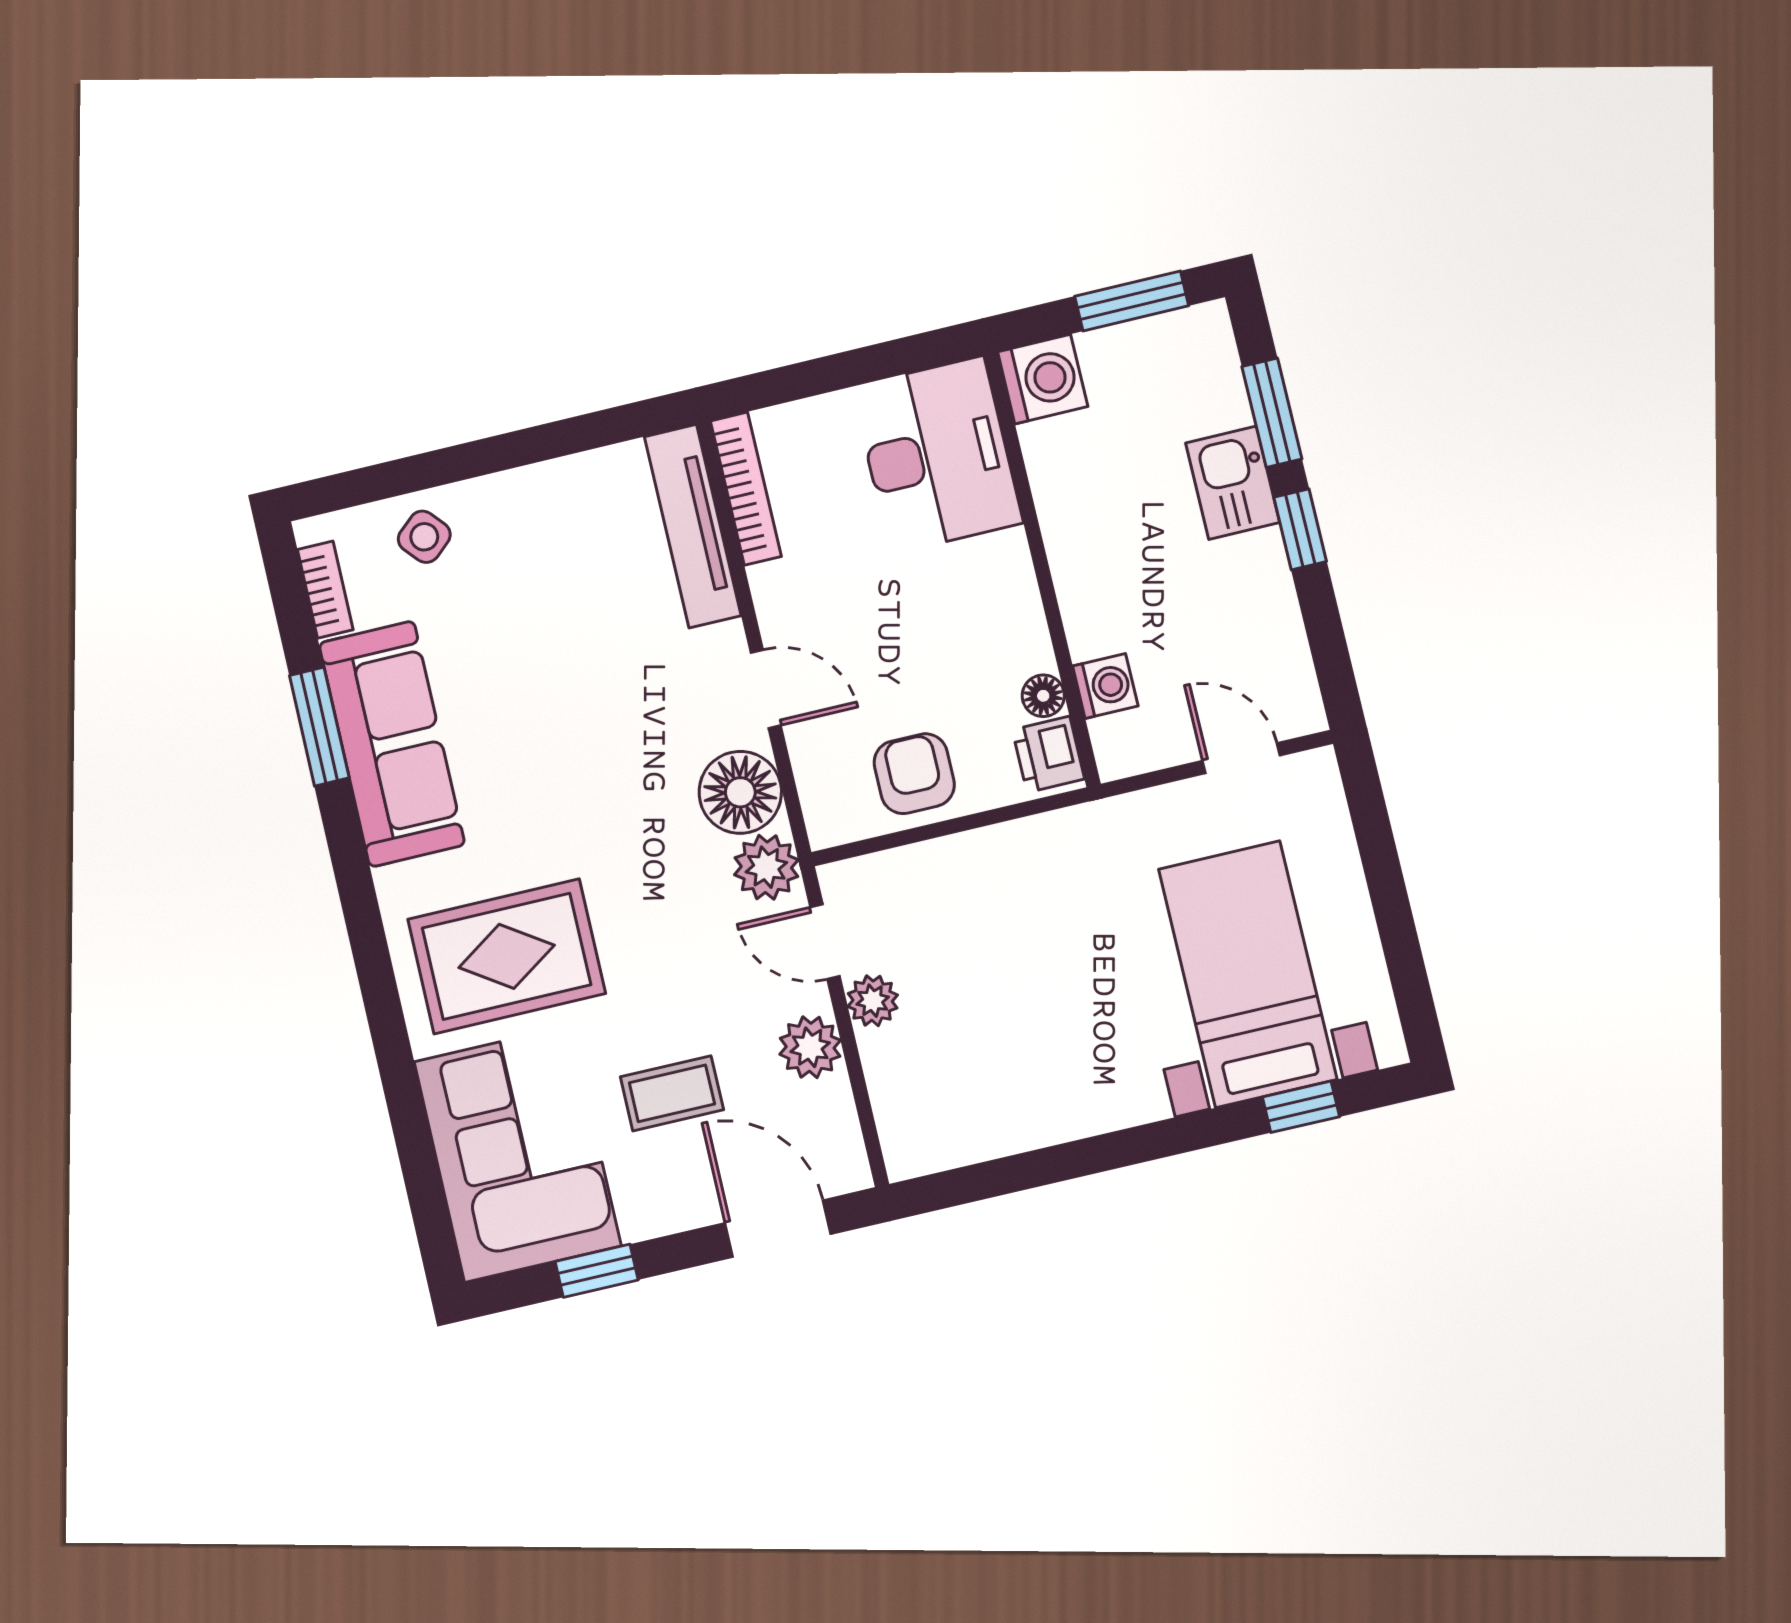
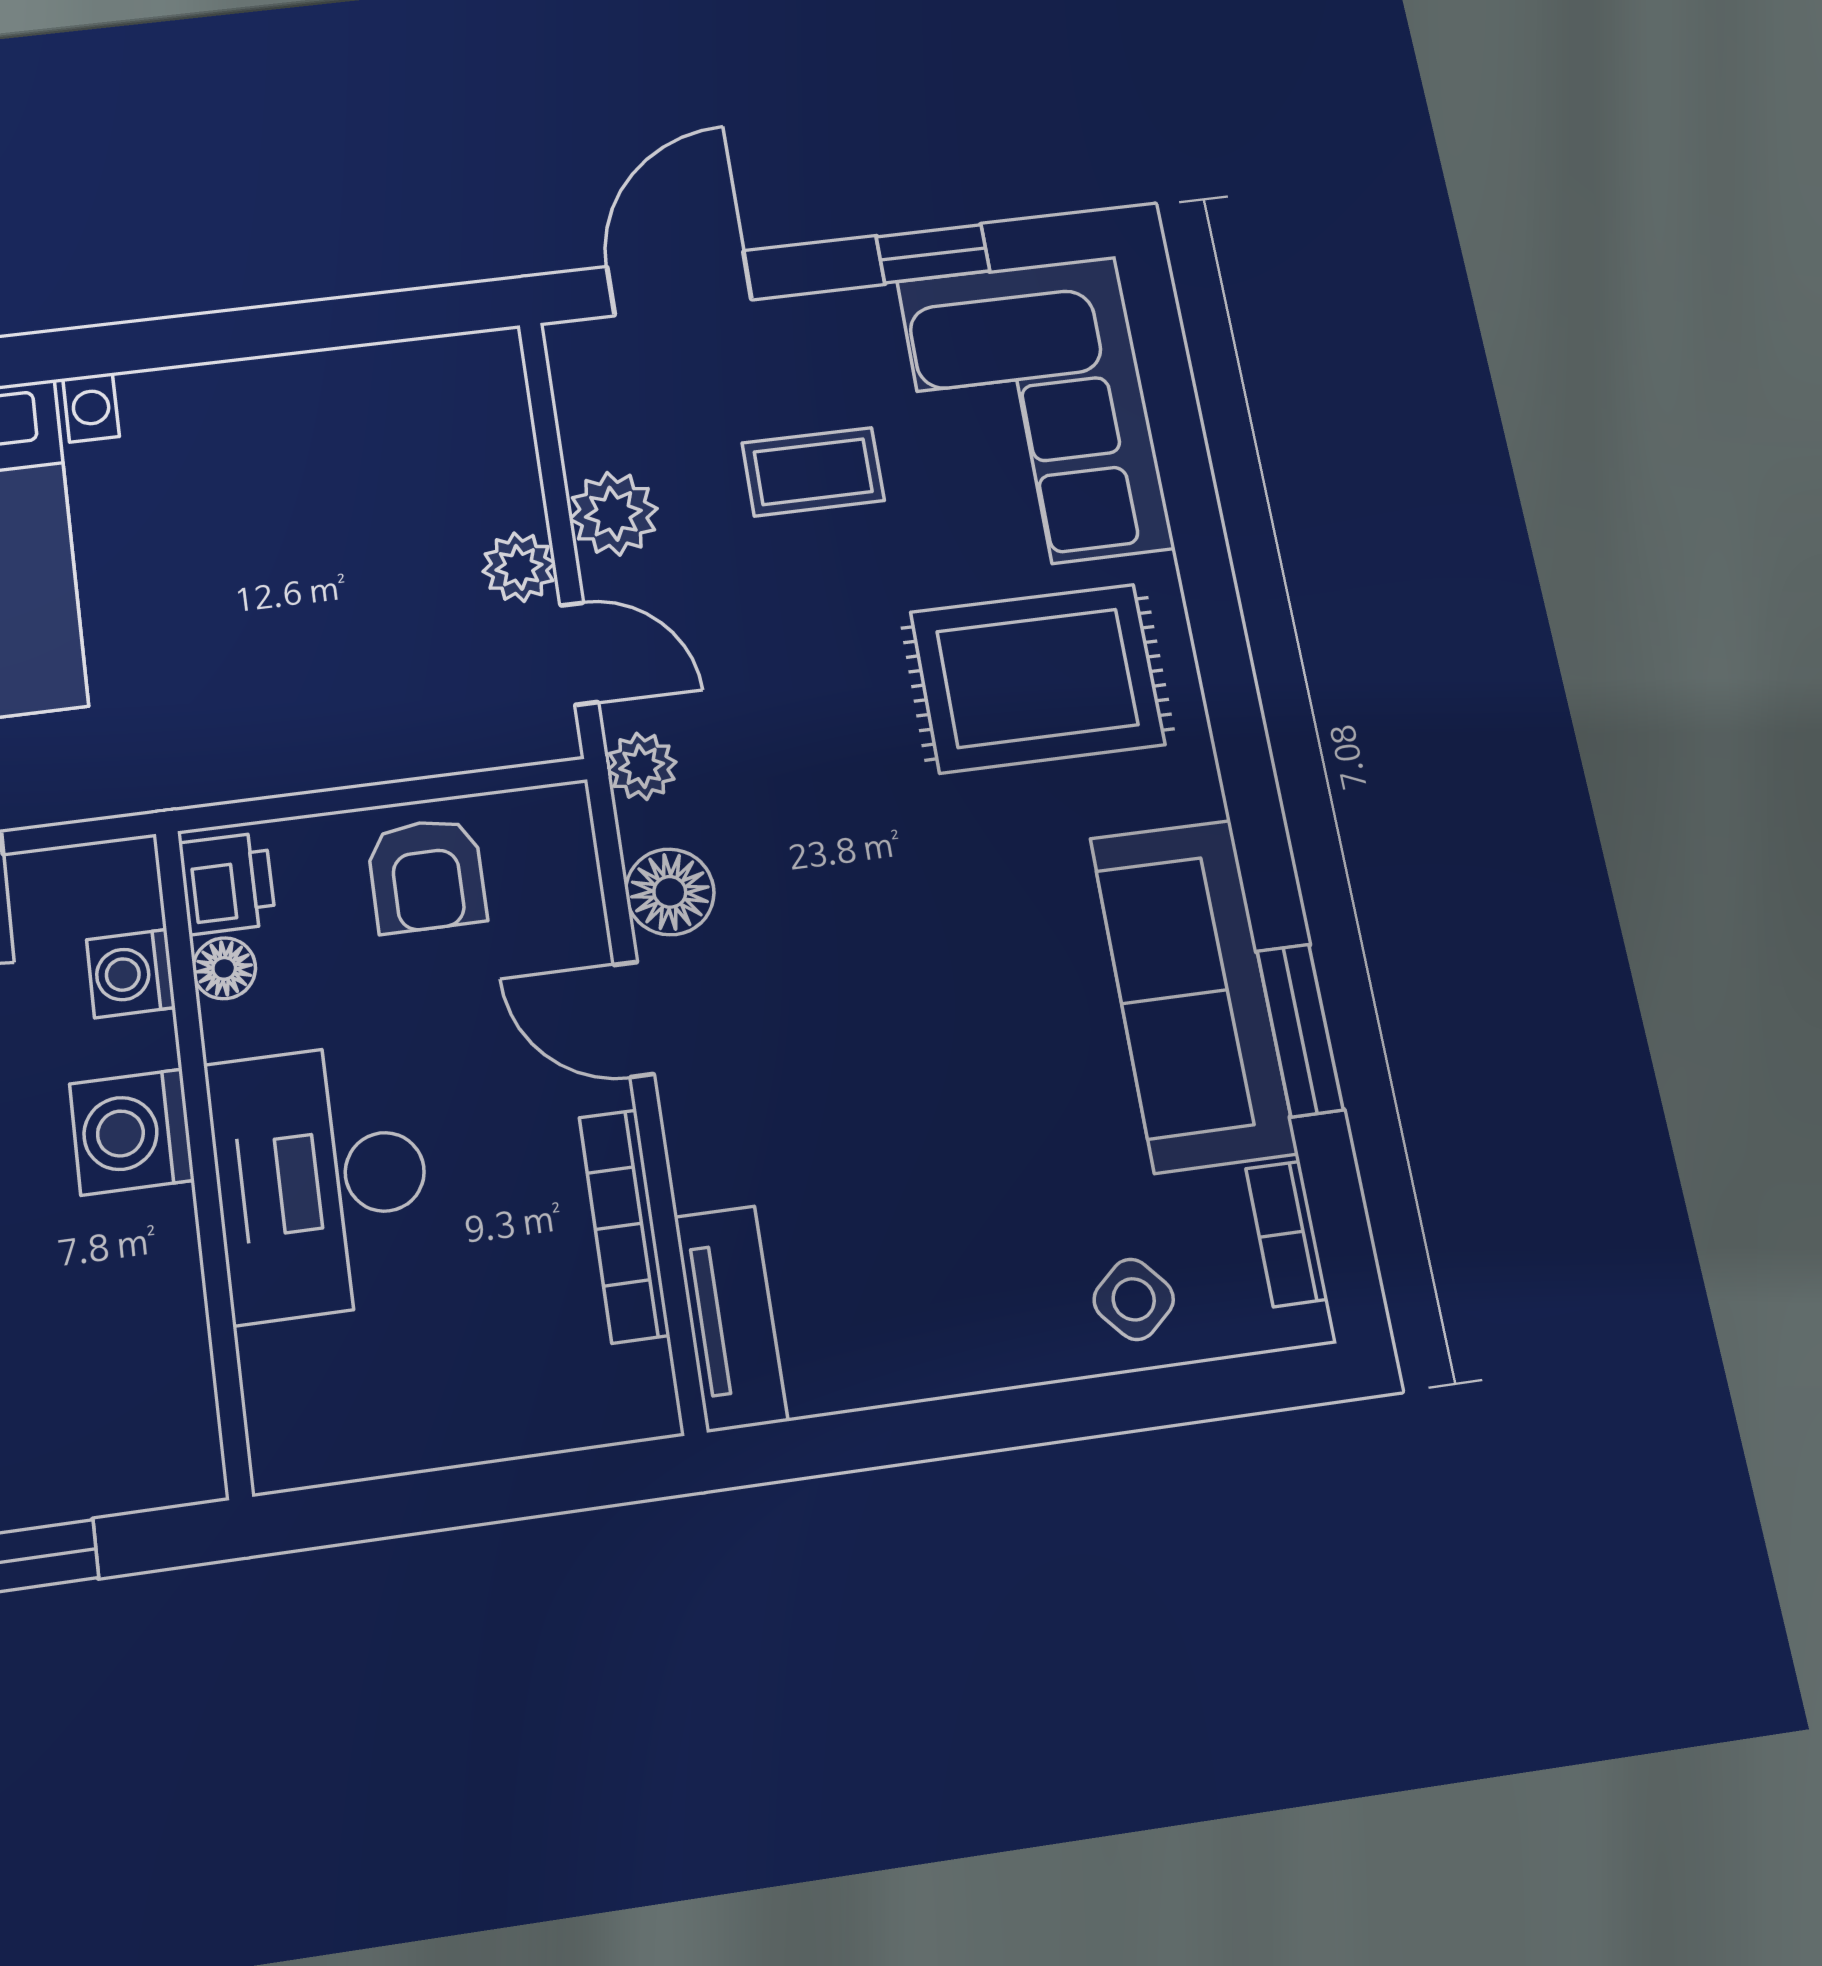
washing machine: (1043, 379) -> (132, 1132), moved
desk: (937, 455) -> (321, 1180), moved
bookcase: (746, 489) -> (624, 1226), moved
tv unit: (693, 526) -> (731, 1318), width x0.71
floor lamp: (740, 792) -> (670, 892), width x0.73, depth x0.73
plant: (766, 867) -> (642, 766), width x0.73, depth x0.73
door: (778, 1229) -> (679, 283), swing flipped

